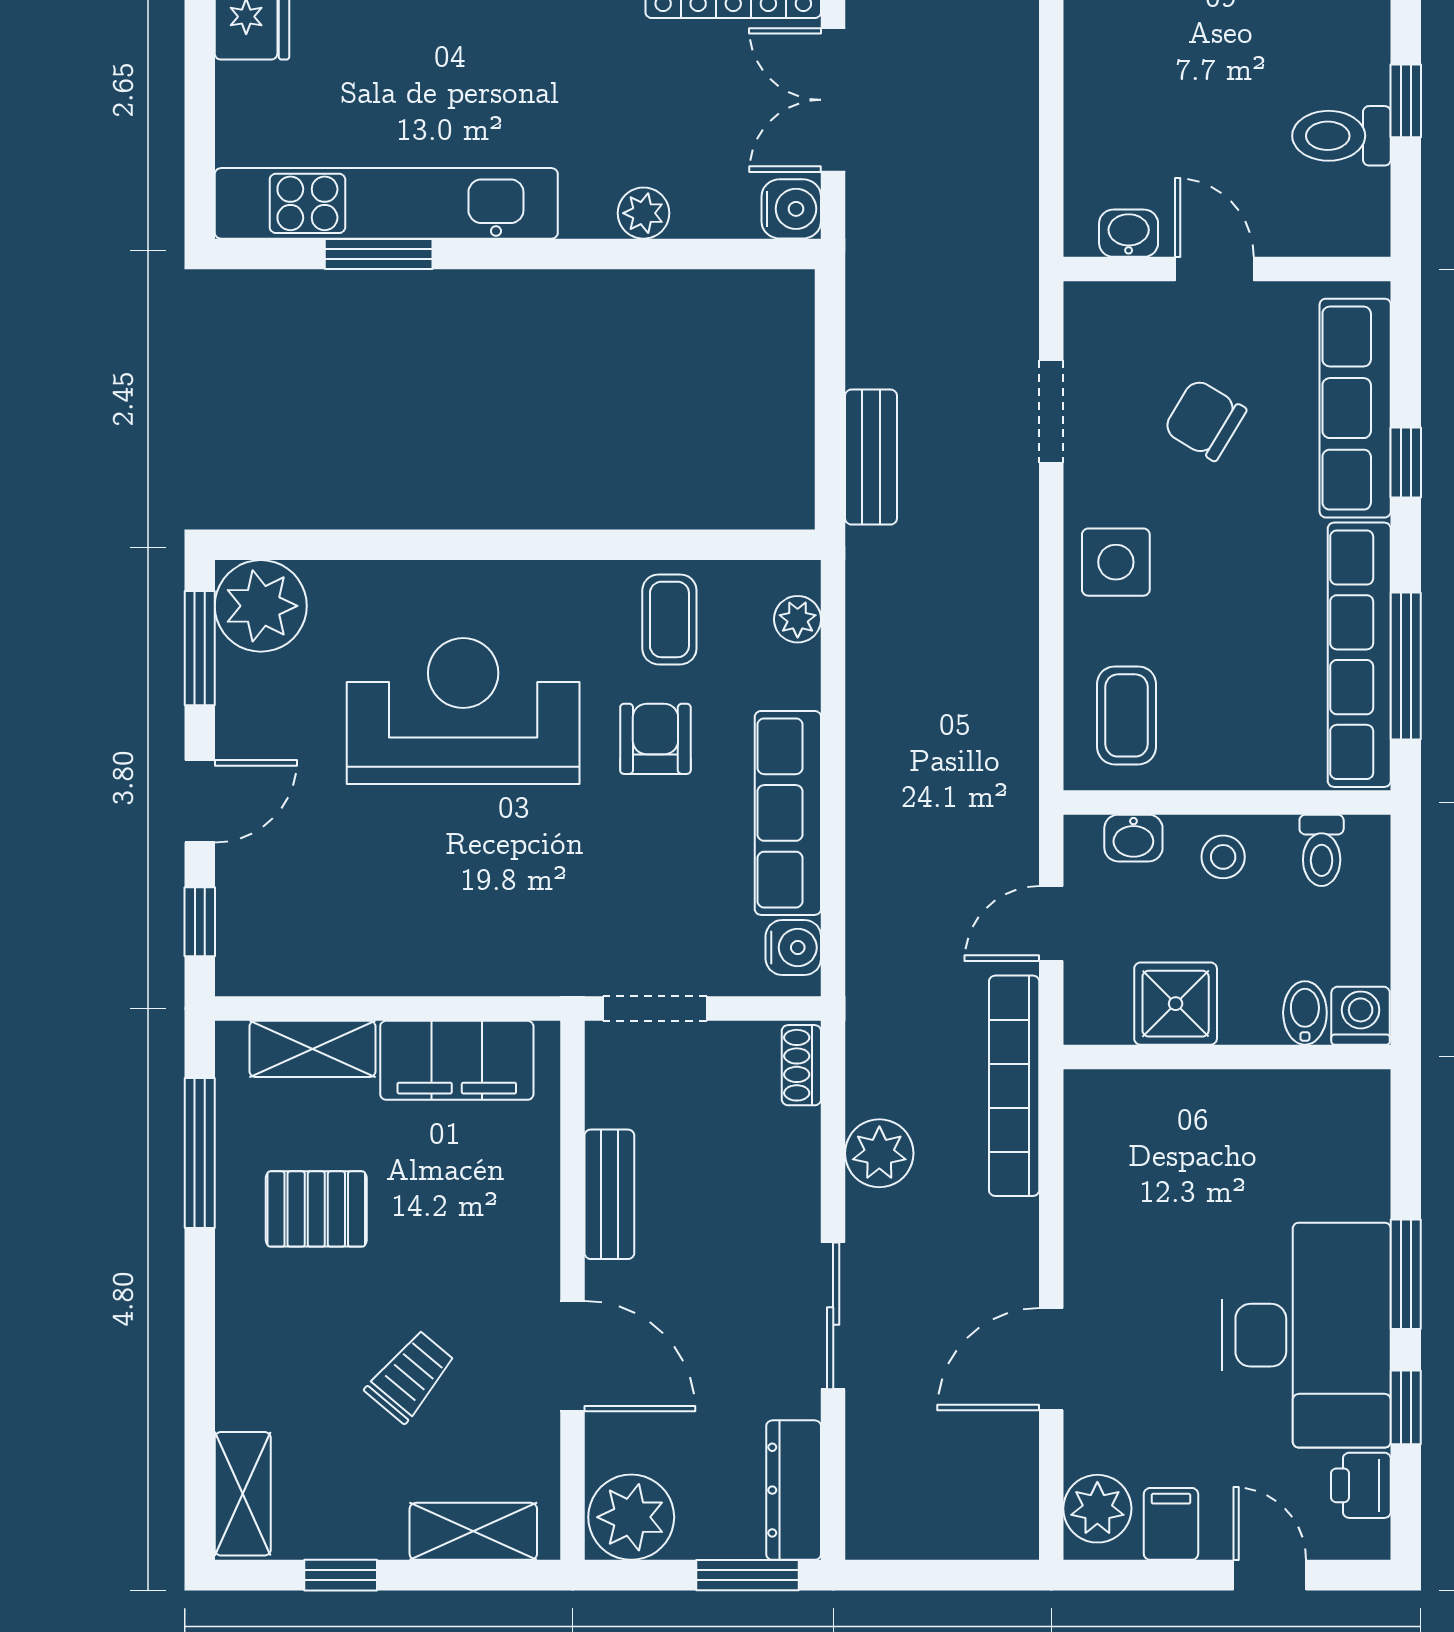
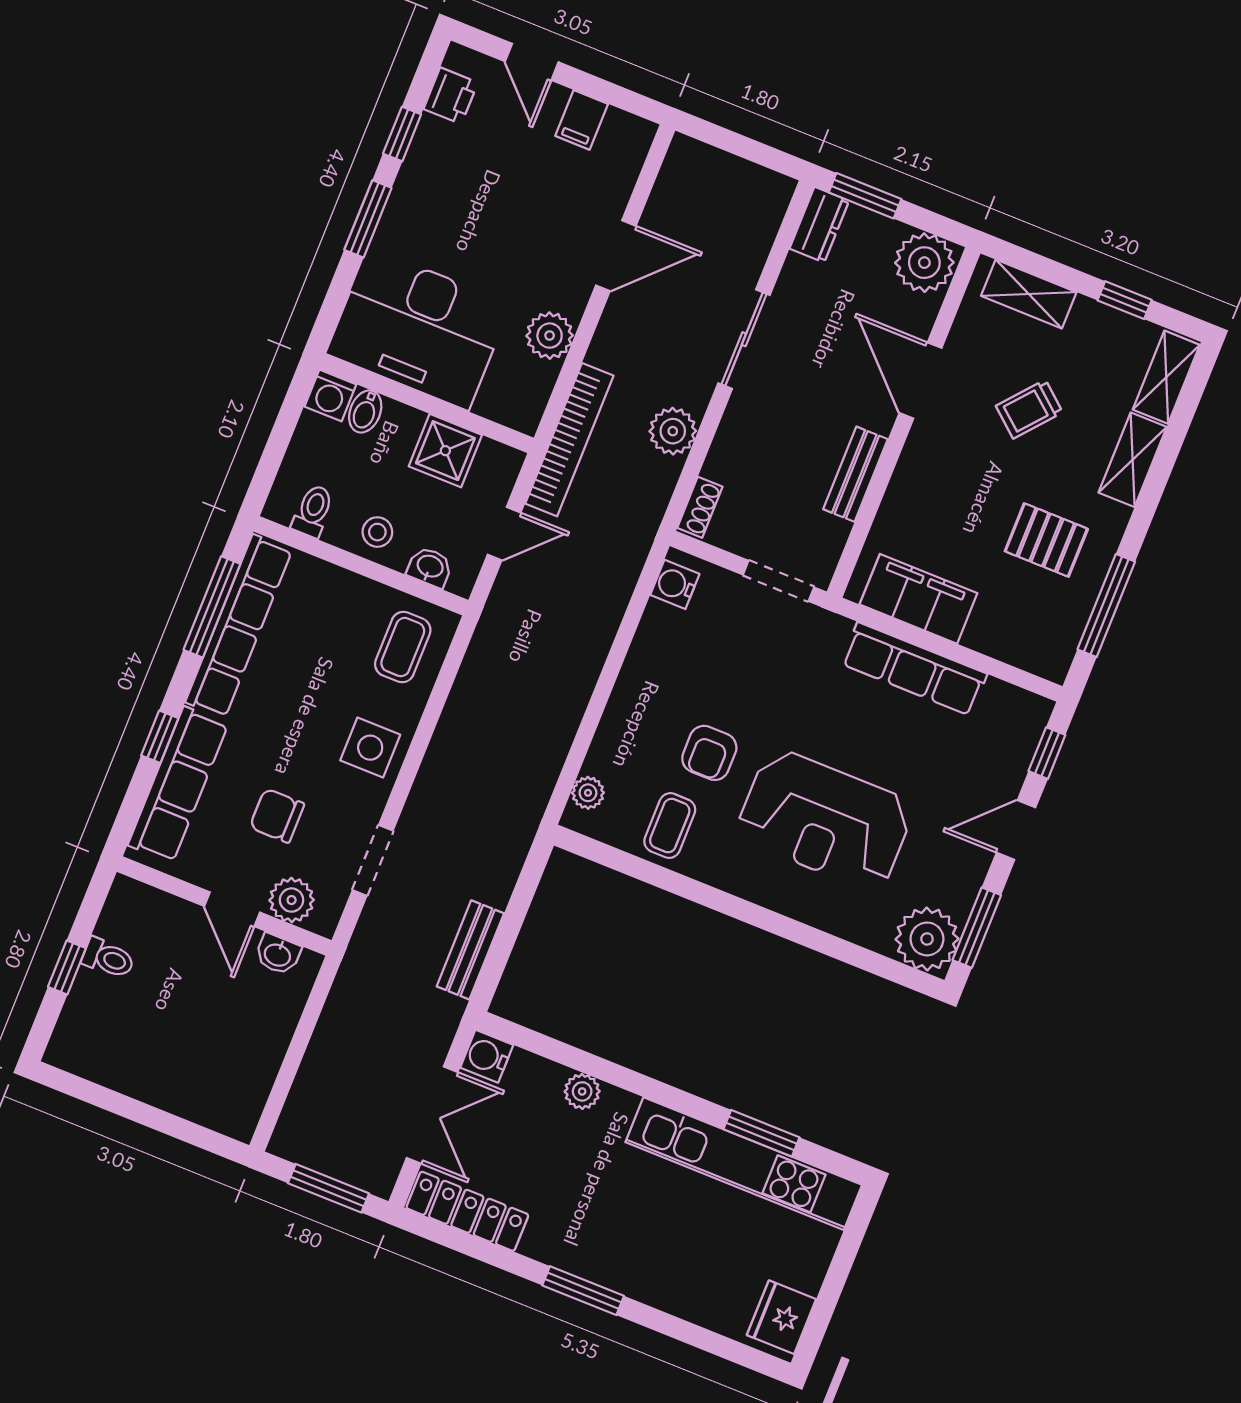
toilet: (1341, 136) -> (108, 958), width x0.73, depth x0.72
plant: (1139, 314) -> (292, 900), added
chair: (1205, 420) -> (277, 816), turned 149
bench: (871, 457) -> (470, 950), moved
row of seats: (788, 813) -> (914, 669), moved, turned 90
shelving: (312, 1049) -> (1133, 460), moved, turned 90
desk: (1306, 1335) -> (418, 329), moved, turned -90
dresser: (794, 1490) -> (819, 225), width x0.70
plant: (1097, 1509) -> (550, 336), moved

